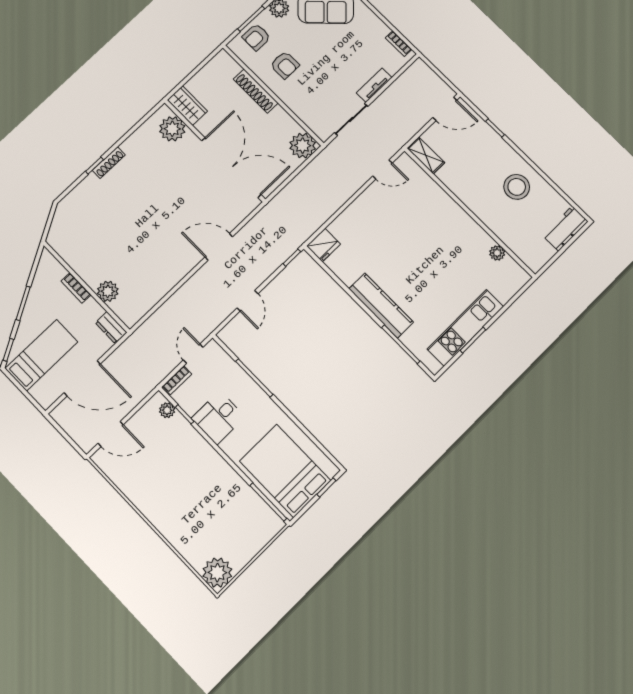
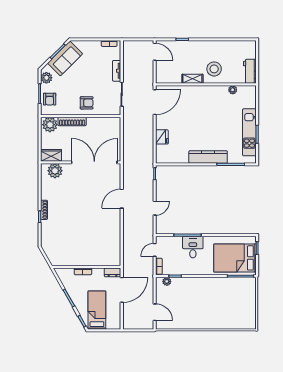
armchair: (285, 65) -> (87, 103), moved
door: (445, 109) -> (155, 52), hinge flipped
plant: (303, 146) -> (50, 125), moved
shelving: (426, 155) -> (192, 79), moved
door: (382, 170) -> (155, 102), width x1.88
stool: (517, 187) -> (214, 69), moved
workbench: (565, 228) -> (250, 71), moved
fridge: (323, 245) -> (162, 137), moved
plant: (108, 291) -> (97, 260), removed
door: (247, 301) -> (155, 208), hinge flipped
door: (193, 354) -> (155, 250), hinge flipped
door: (82, 378) -> (122, 290), moved
desk: (218, 418) -> (193, 247), moved, turned 180
door: (111, 434) -> (155, 312), hinge flipped
plant: (217, 573) -> (248, 321), removed

